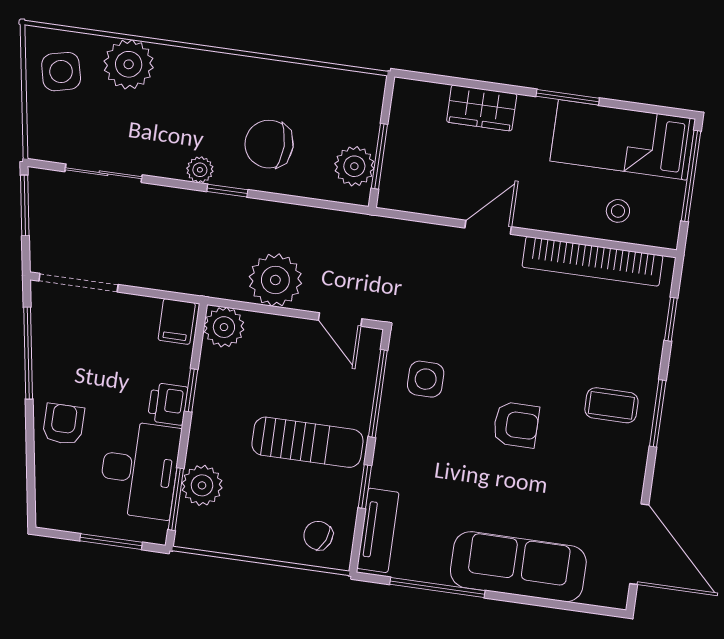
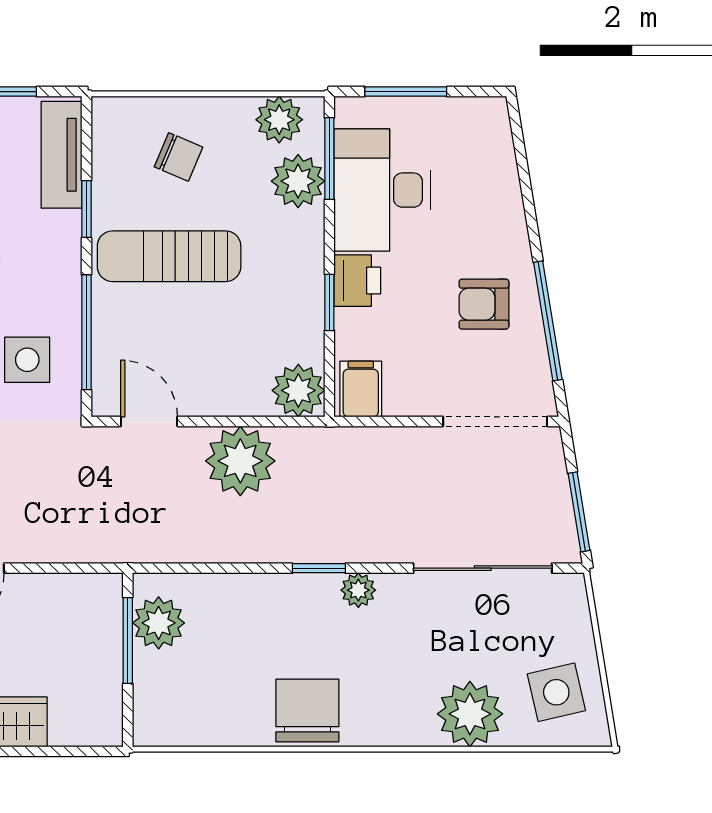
chair: (269, 144) -> (307, 710), moved, turned -90
sliding door: (104, 173) -> (483, 568), width x1.37
armchair: (63, 424) -> (484, 304), moved, turned 90
plant: (210, 534) -> (279, 120), added
chair: (318, 535) -> (178, 157), moved

